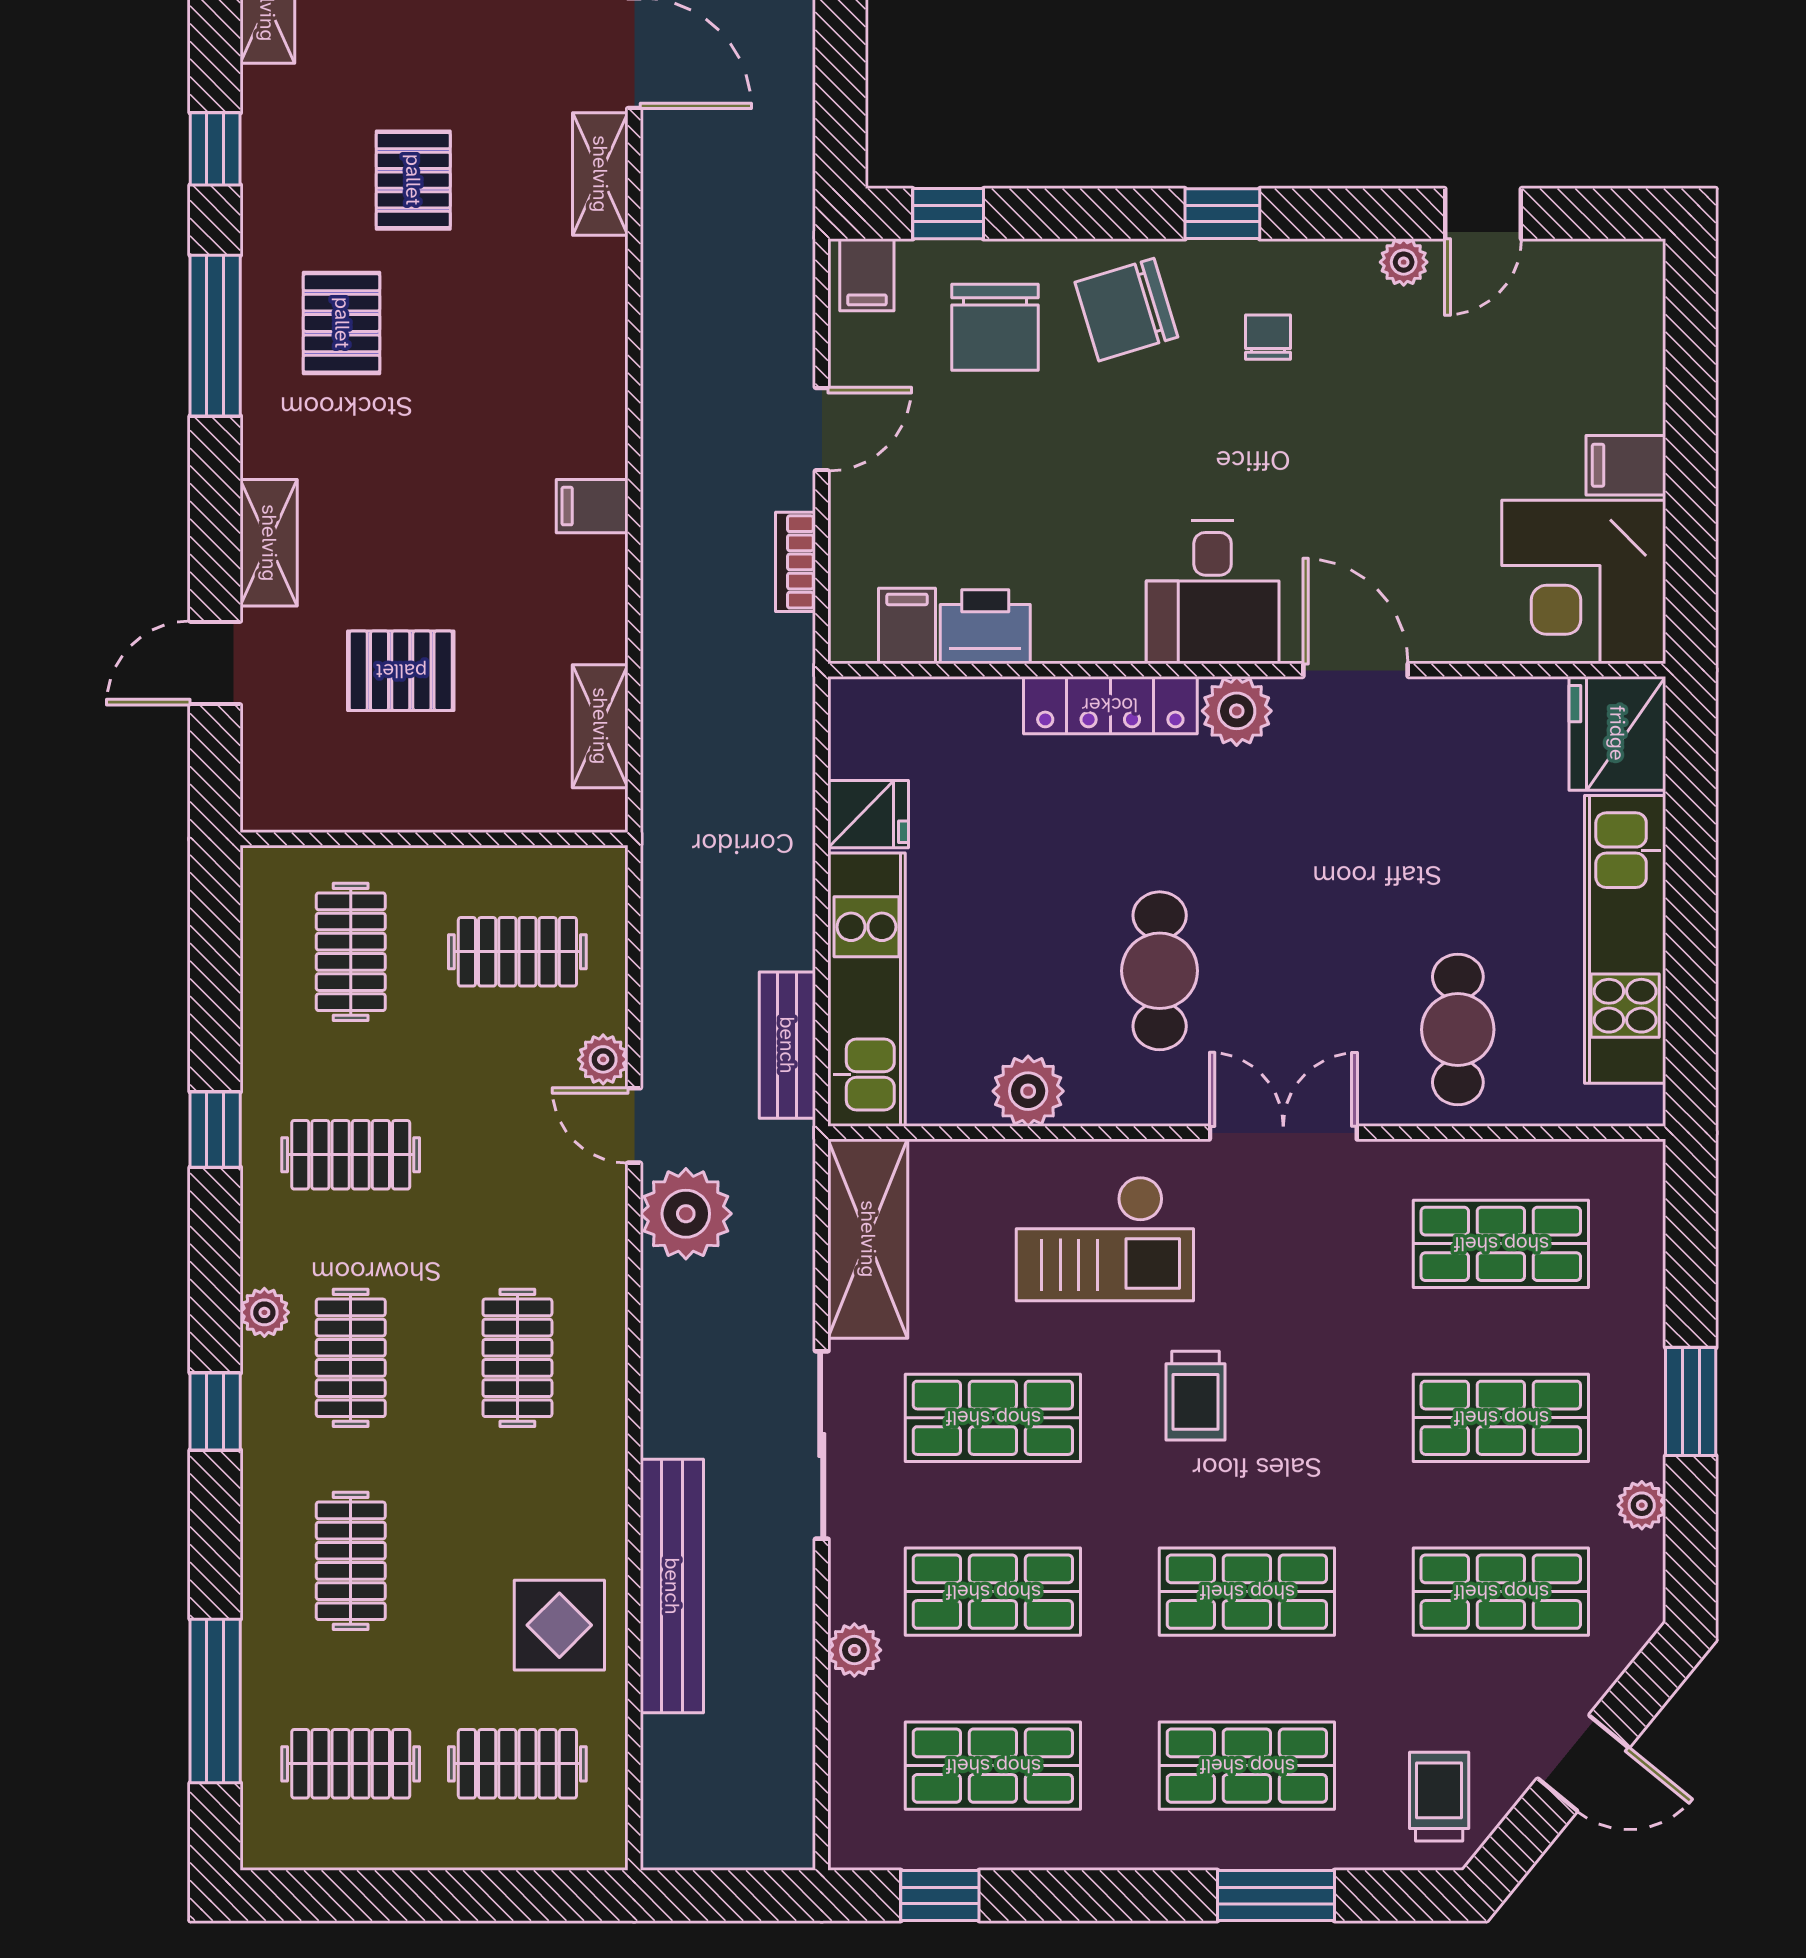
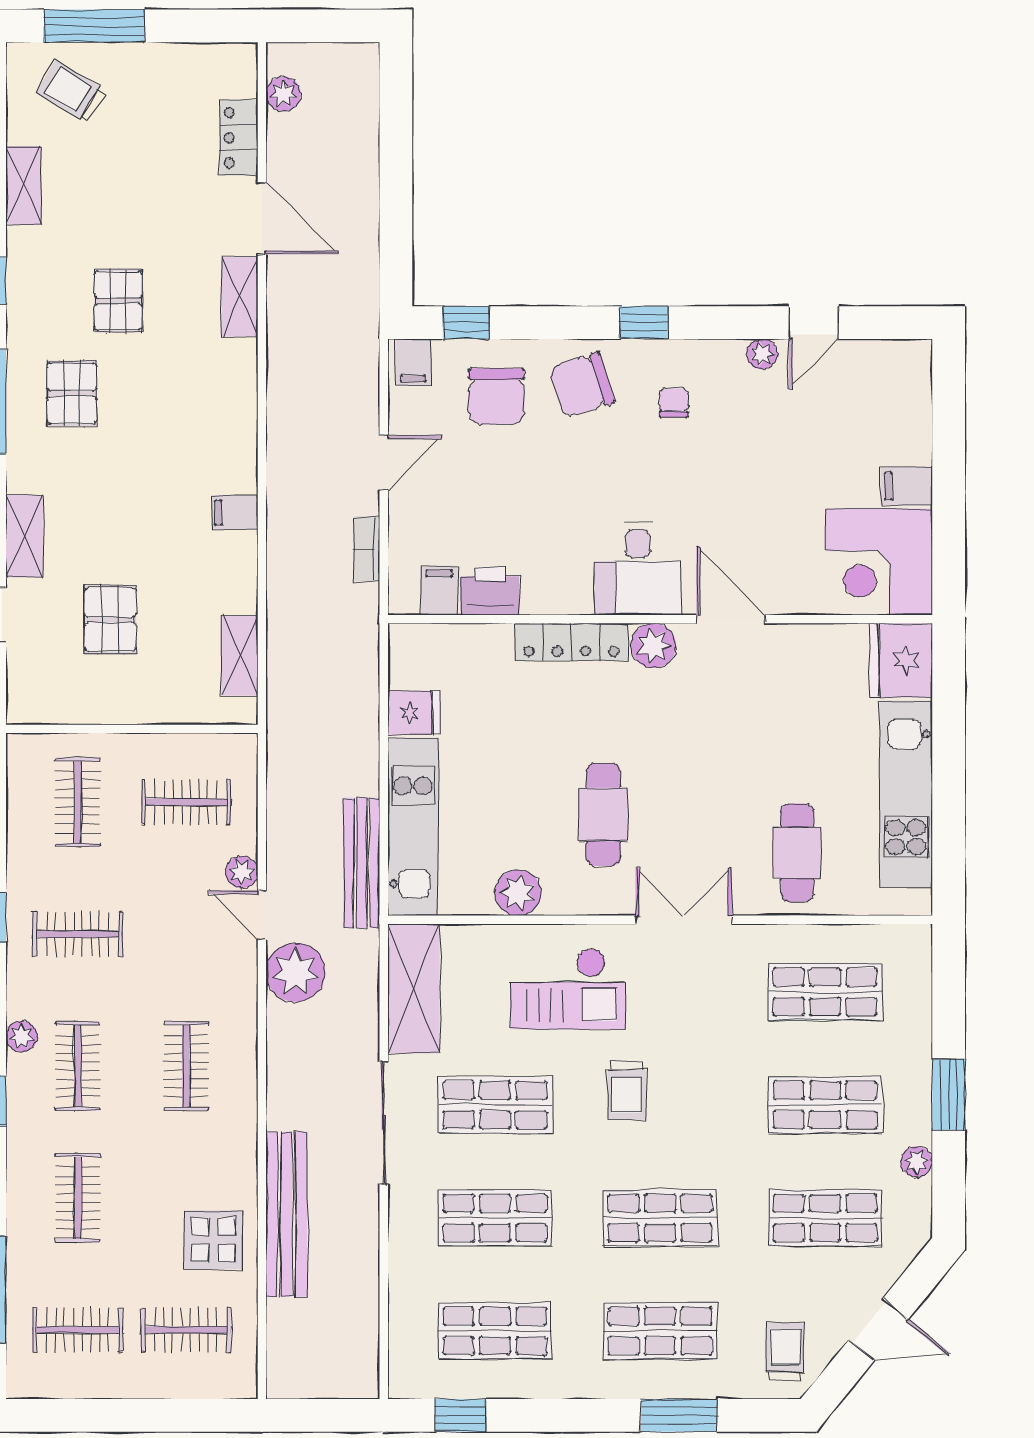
pallet: (401, 671) -> (110, 620), turned 90
bench: (787, 1045) -> (362, 863), width x1.36
plant: (854, 1650) -> (405, 1256), removed

